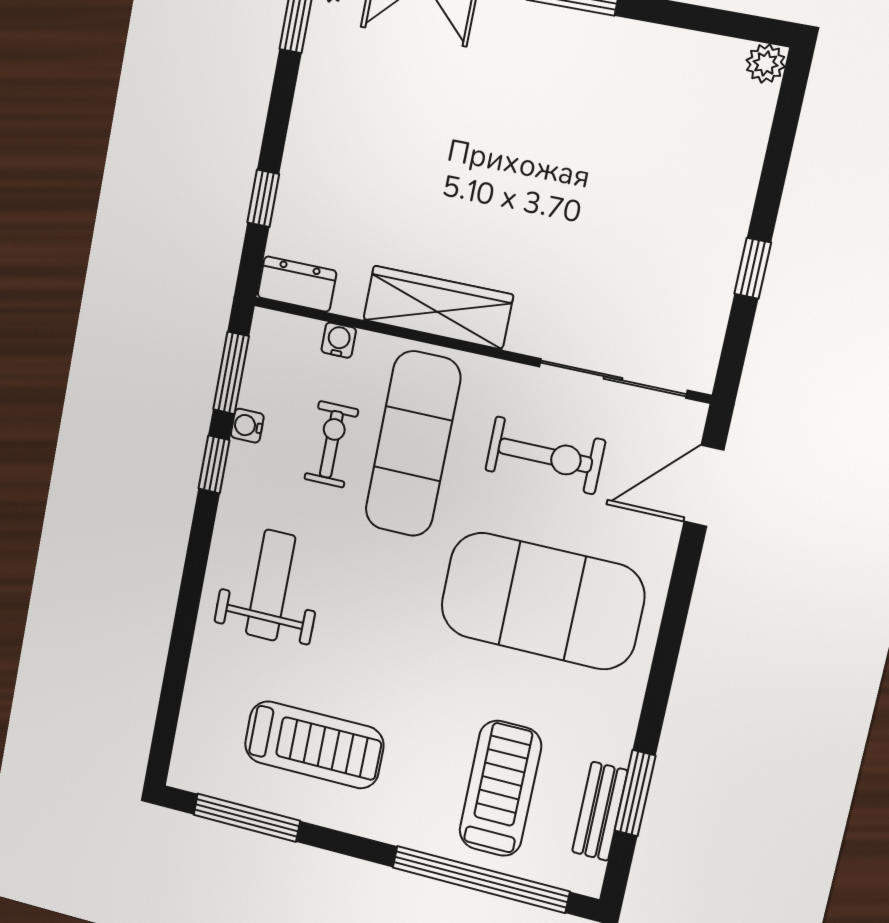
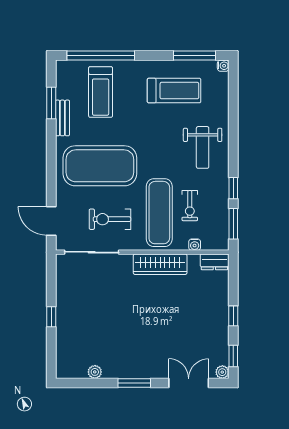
plant: (766, 63) -> (95, 372), moved
window: (263, 198) -> (233, 316), moved
window: (753, 268) -> (51, 317), moved
water cooler: (247, 426) -> (223, 66), moved
door: (704, 486) -> (51, 221), swing flipped
treadmill: (314, 745) -> (174, 91), turned 180
bench: (600, 811) -> (62, 118), moved

